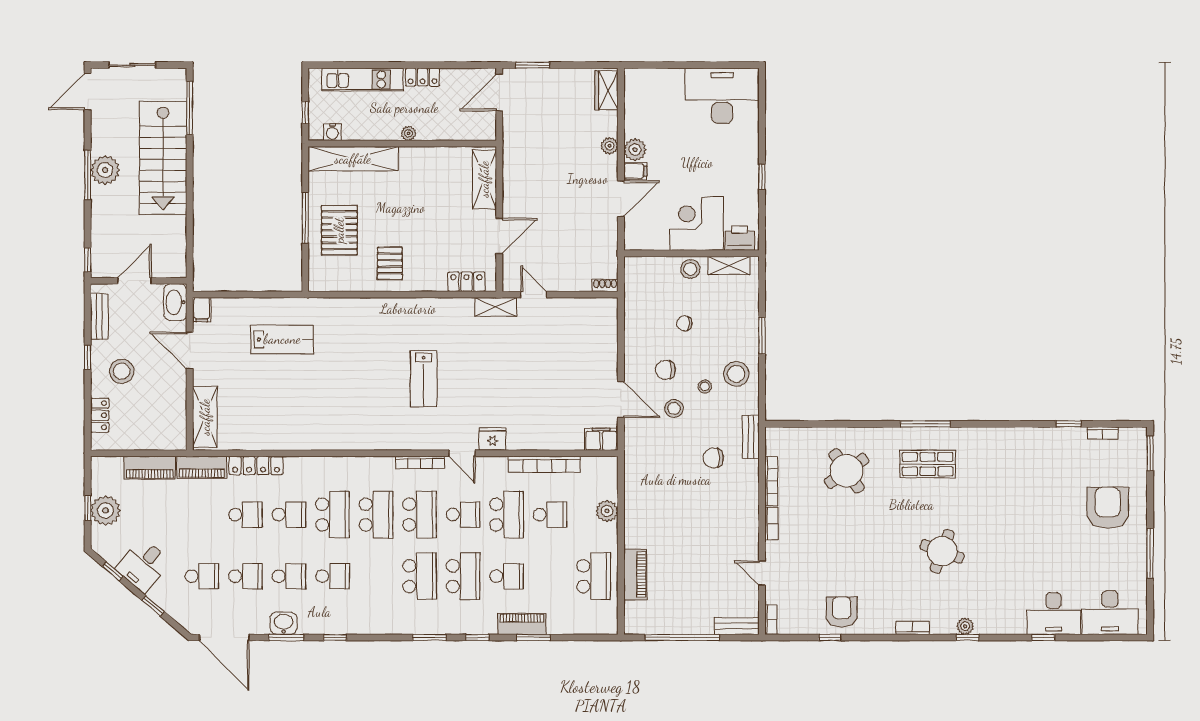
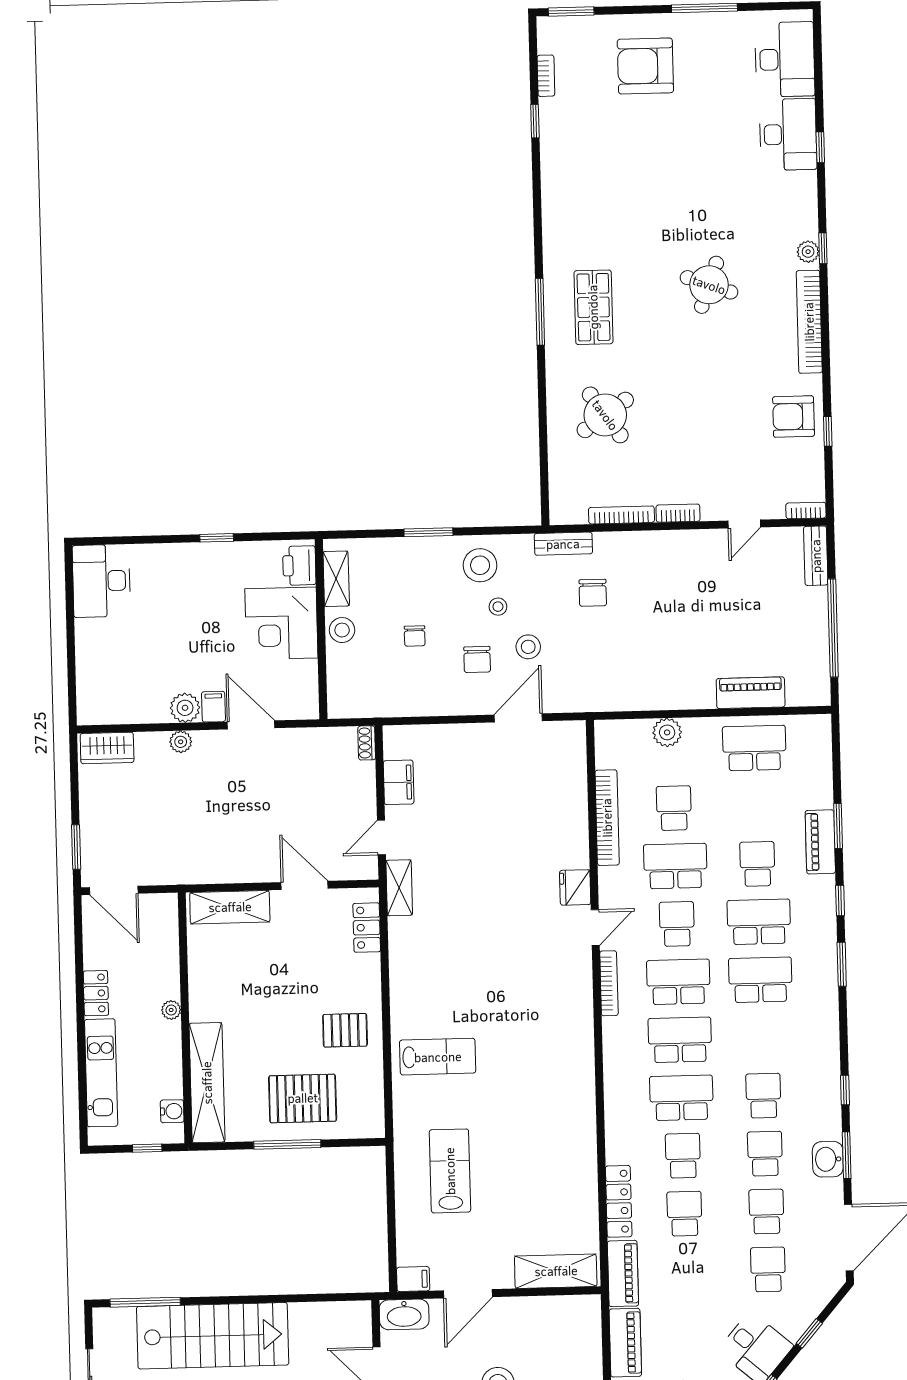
desk: (722, 96) -> (101, 581), width x0.73, depth x0.77
lab bench: (424, 379) -> (438, 1057), moved
filing cabinet: (601, 439) -> (399, 782), moved, turned 180
bookcase: (913, 628) -> (809, 322), width x2.31, depth x1.31

